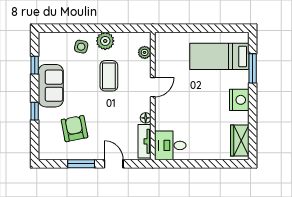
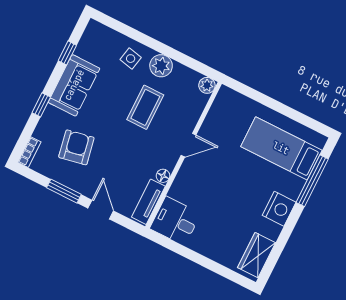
plant: (145, 52) -> (207, 85), moved
window: (253, 68) -> (312, 181), width x1.44
bookcase: (43, 149) -> (29, 152), added

